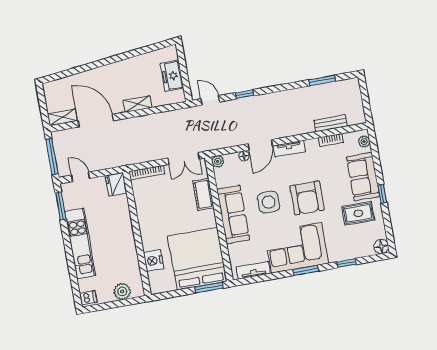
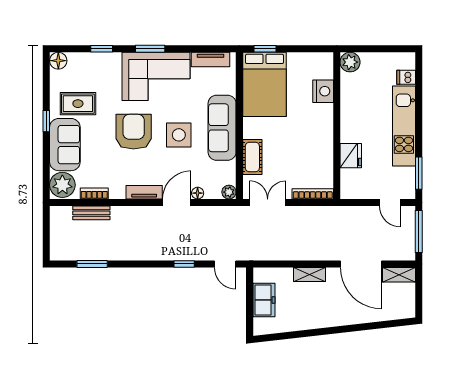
plant: (364, 142) -> (62, 185), width x1.87, depth x1.87
fridge: (116, 184) -> (351, 156), moved
bed: (197, 259) -> (264, 84), width x0.73
window: (209, 288) -> (265, 49), width x0.67
plant: (122, 291) -> (350, 62), moved
dishwasher: (88, 298) -> (406, 77), moved

